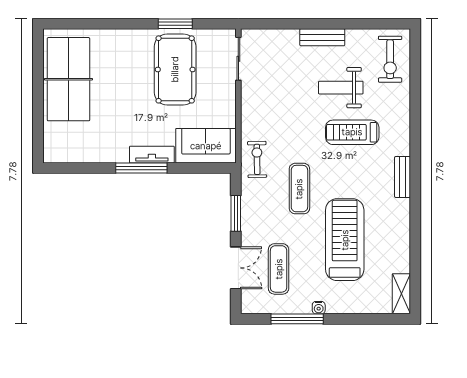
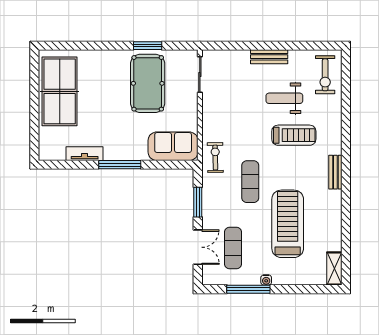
treadmill: (352, 132) -> (294, 135), turned 180
tv unit: (152, 155) -> (85, 154), moved

